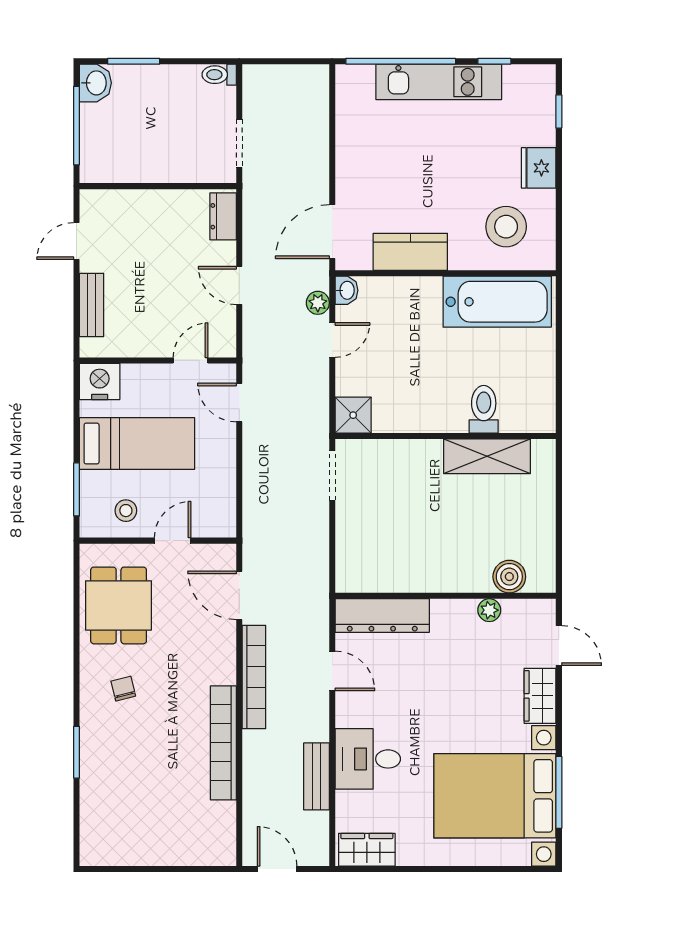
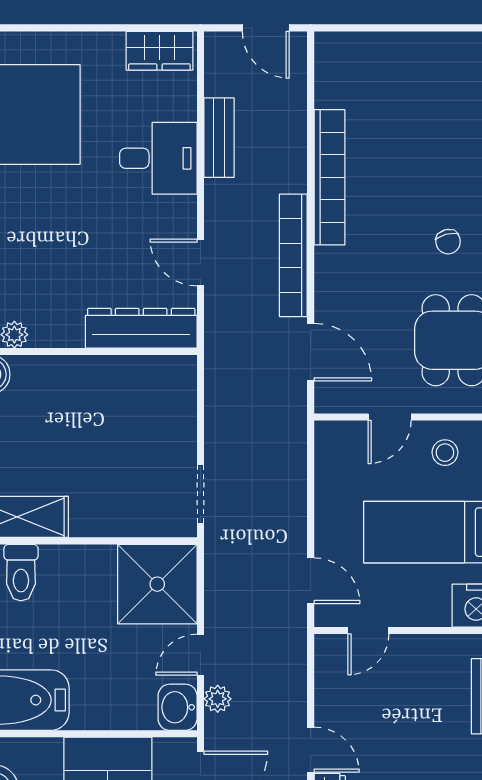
door: (239, 285) -> (311, 750), moved
washbasin: (347, 290) -> (178, 707), width x1.38, depth x1.45
shower: (353, 415) -> (157, 584), width x1.86, depth x1.86

